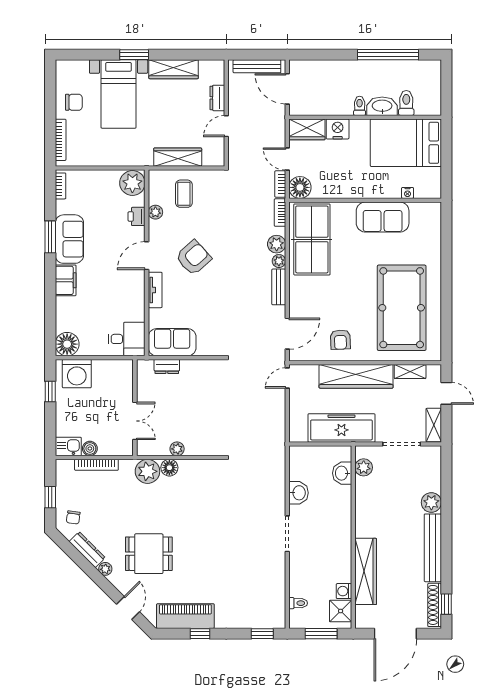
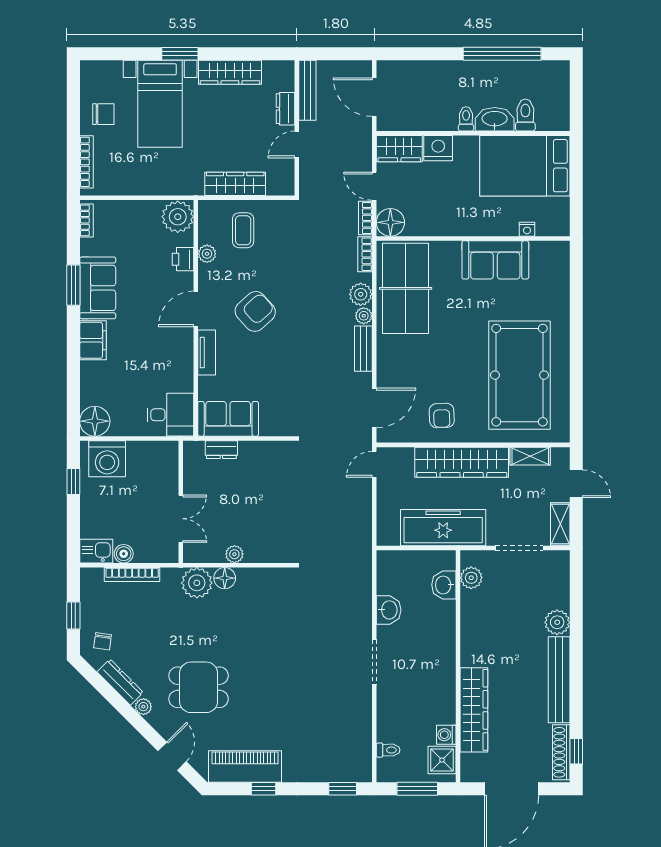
bench: (257, 66) -> (307, 90), moved, turned 90

